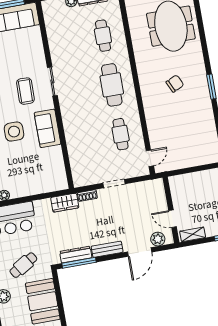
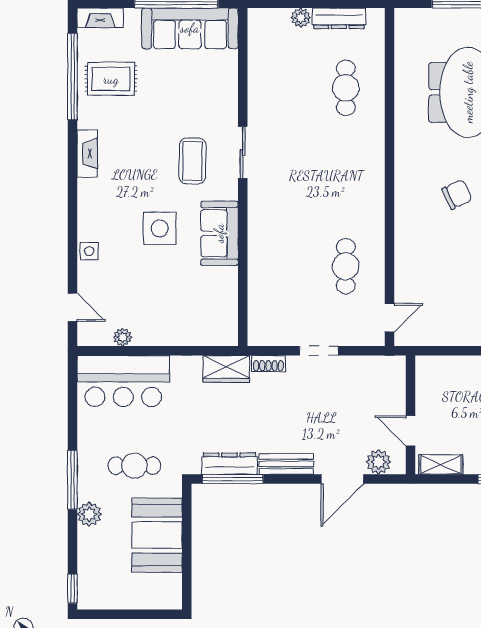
cafe table: (112, 85) -> (346, 177), removed
cafe table: (23, 265) -> (134, 466), turned 31

